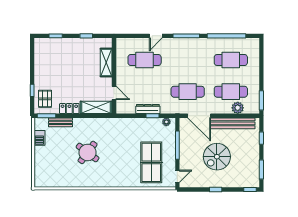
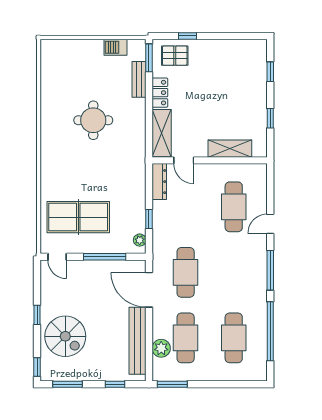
door: (156, 36) -> (270, 224), hinge flipped
door: (114, 93) -> (184, 160), hinge flipped
dresser: (148, 109) -> (159, 182), moved
door: (199, 116) -> (149, 290), hinge flipped
round table: (88, 152) -> (93, 120), turned -37
spiral stairs: (217, 157) -> (65, 336), moved, turned 180

